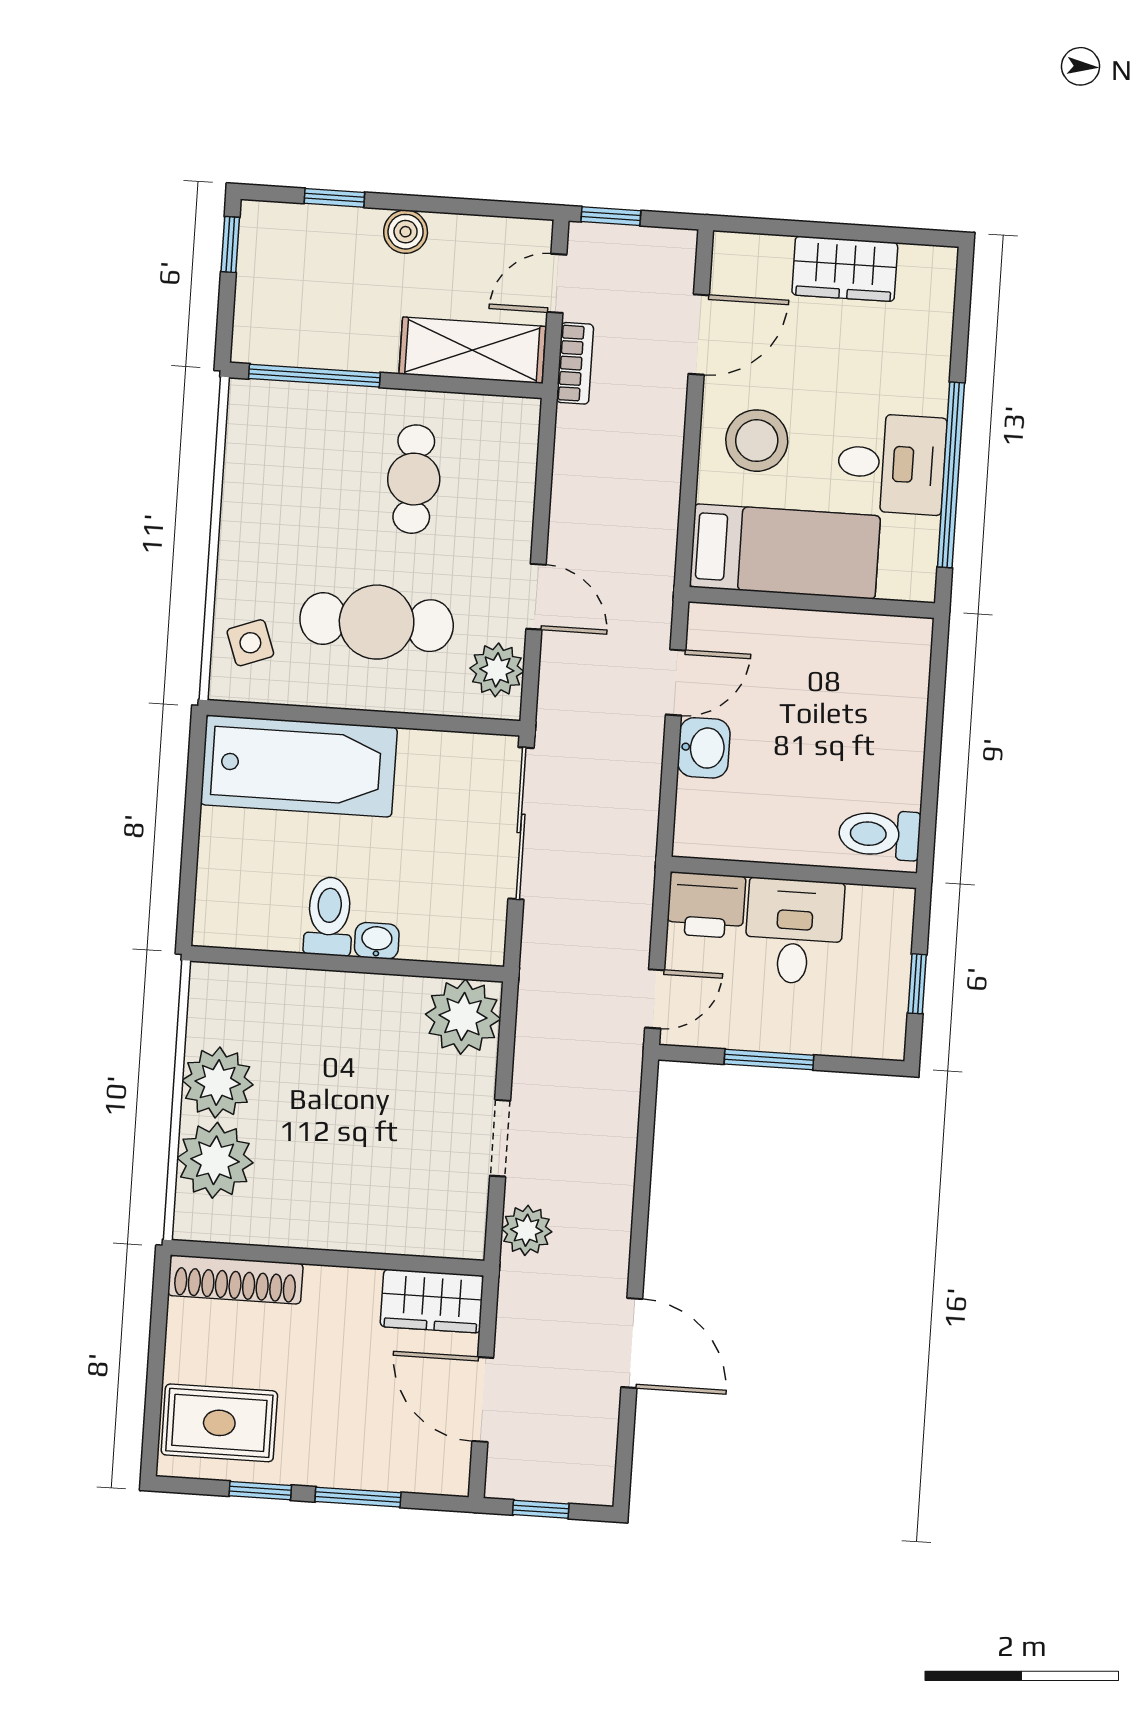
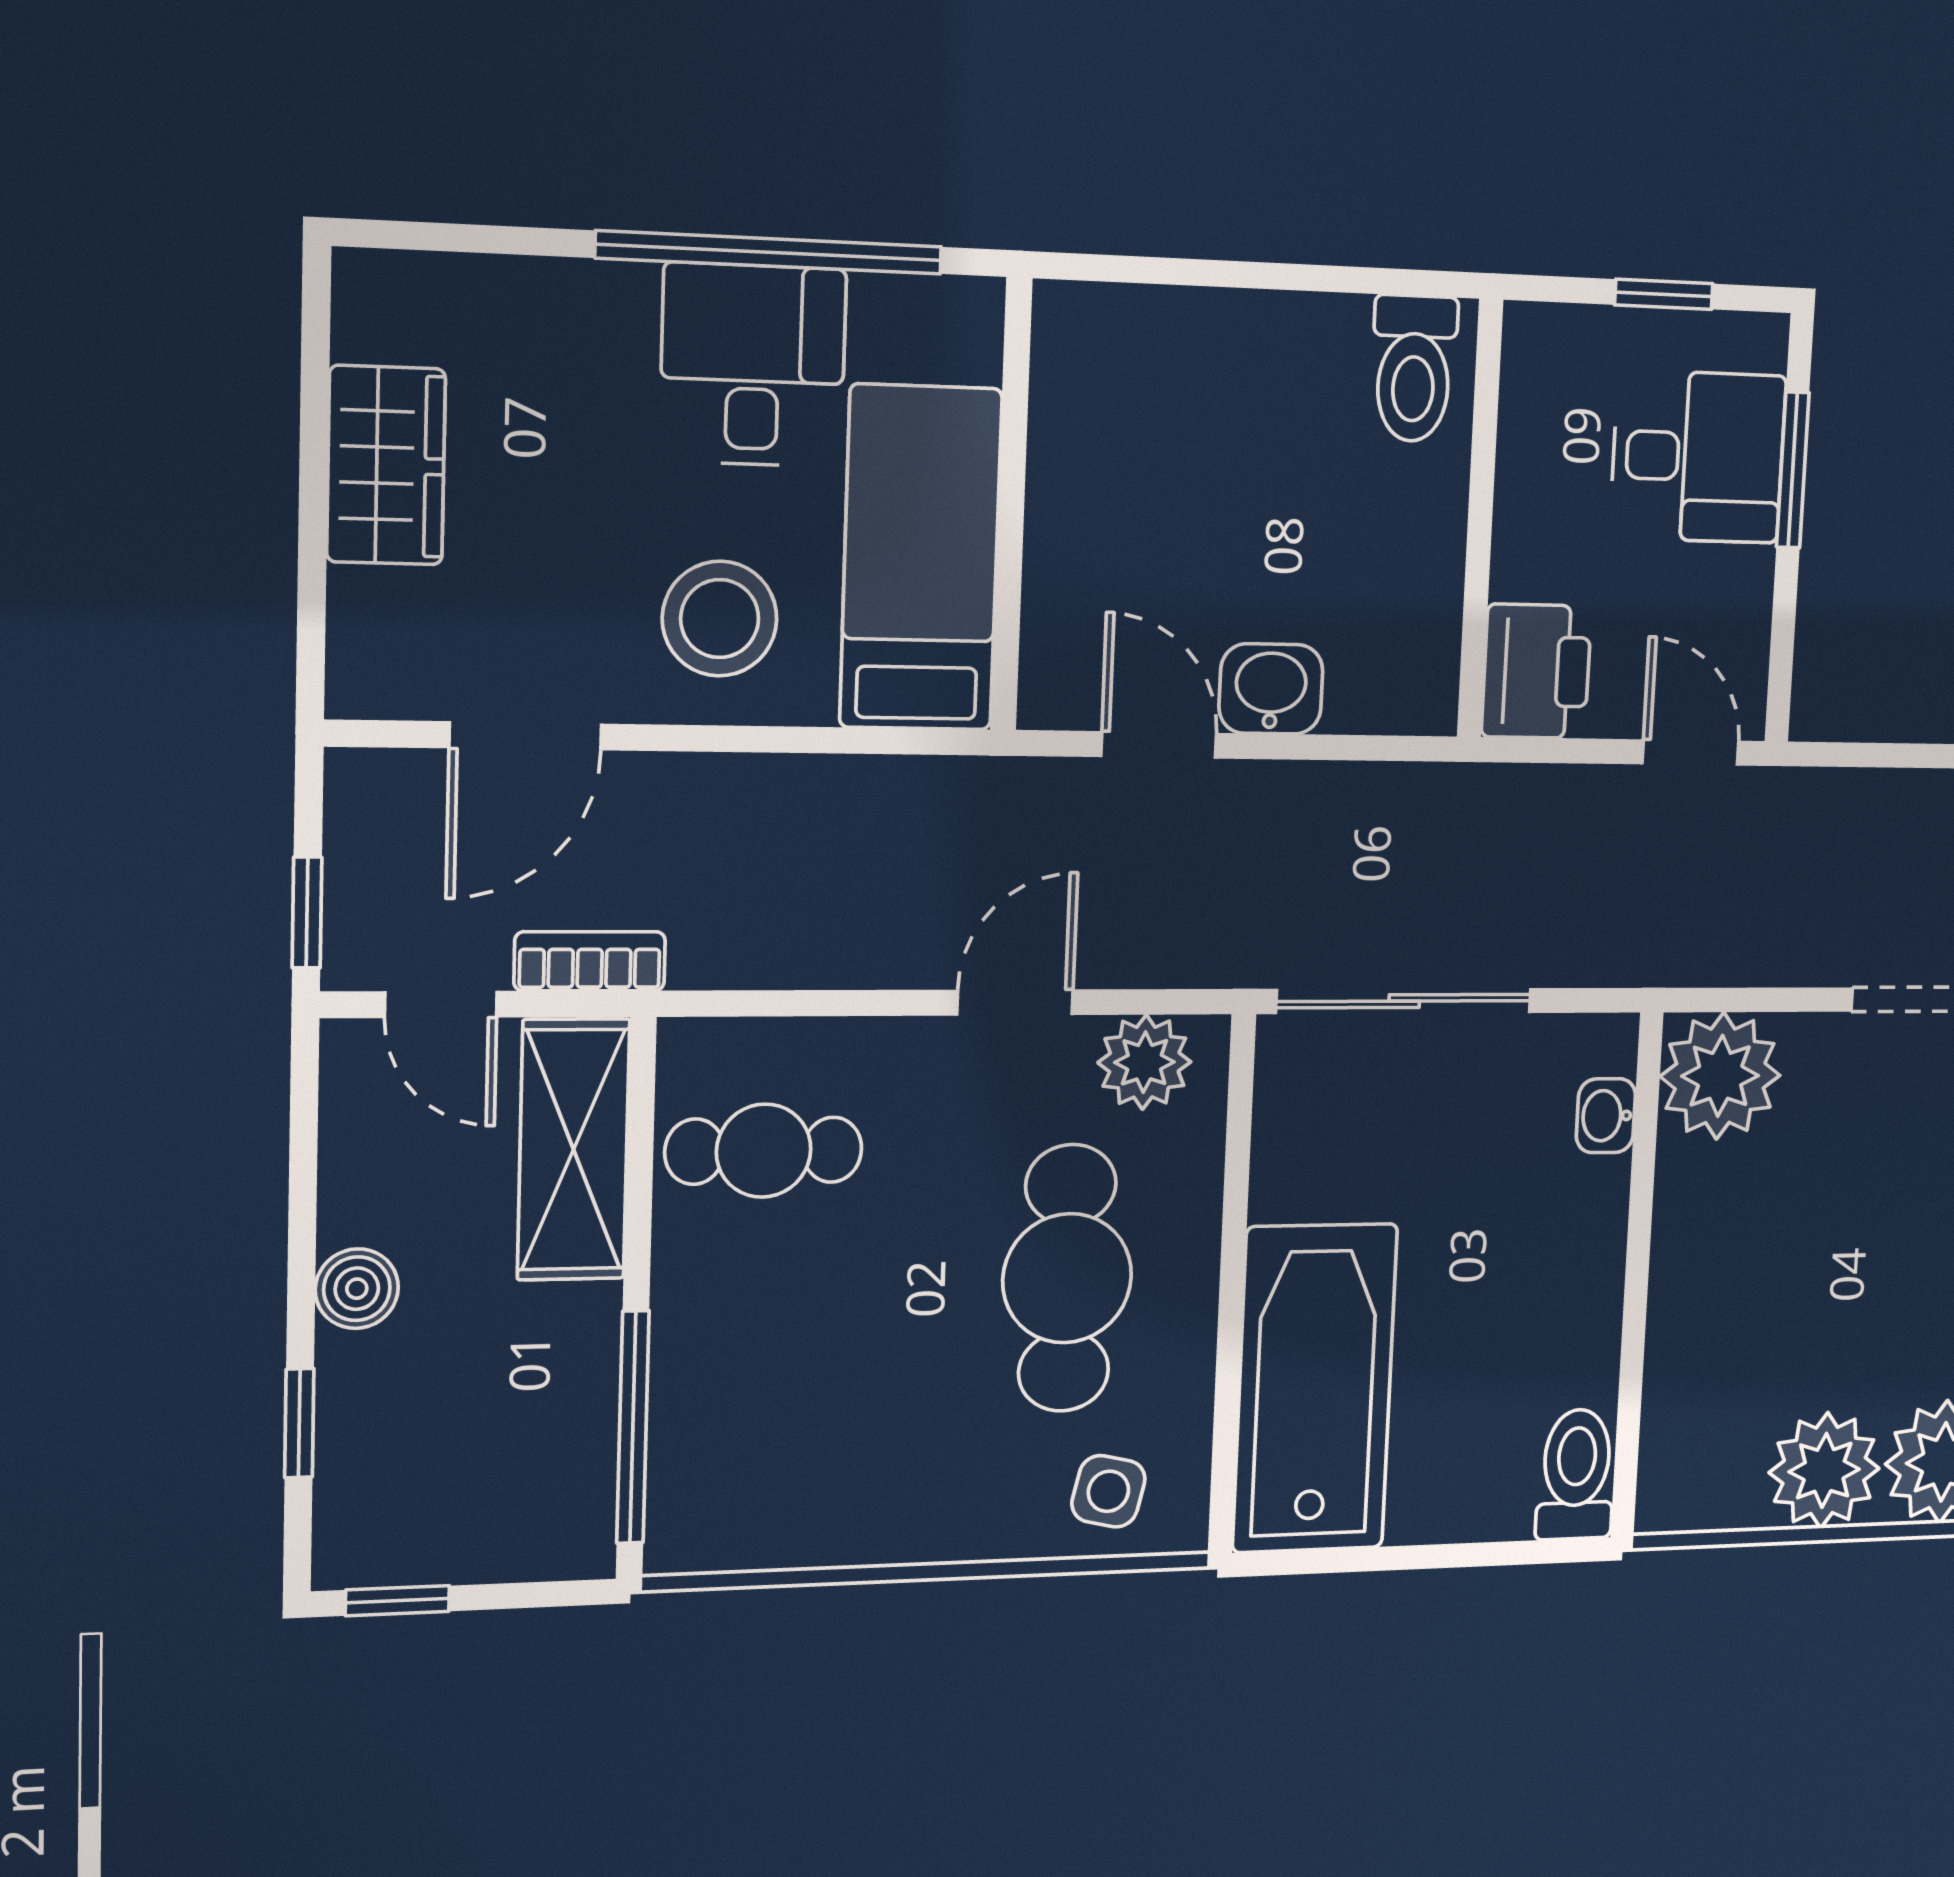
door: (699, 335) -> (526, 736), swing flipped
cafe table: (414, 479) -> (764, 1151), moved
side table: (250, 643) -> (1108, 1491), turned 33
toilet: (329, 916) -> (1576, 1474), moved, turned 90
desk: (794, 931) -> (1698, 457), moved, turned 180
washbasin: (377, 941) -> (1606, 1116), moved
window: (769, 1060) -> (1793, 470), moved

